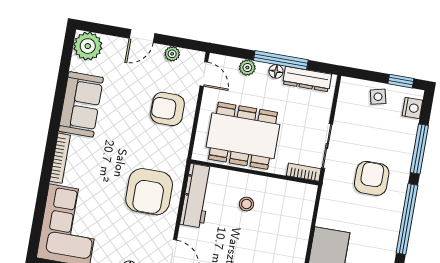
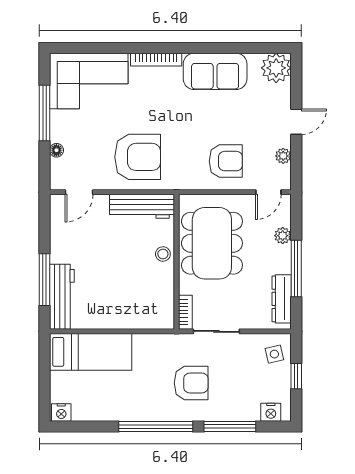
door: (142, 36) -> (296, 122), swing flipped
floor lamp: (276, 71) -> (284, 266), removed
window: (401, 81) -> (296, 376), moved
side table: (378, 97) -> (274, 354), moved
armchair: (168, 109) -> (226, 161), turned 90
armchair: (149, 192) -> (138, 157), turned 180
stool: (246, 204) -> (163, 254), moved

